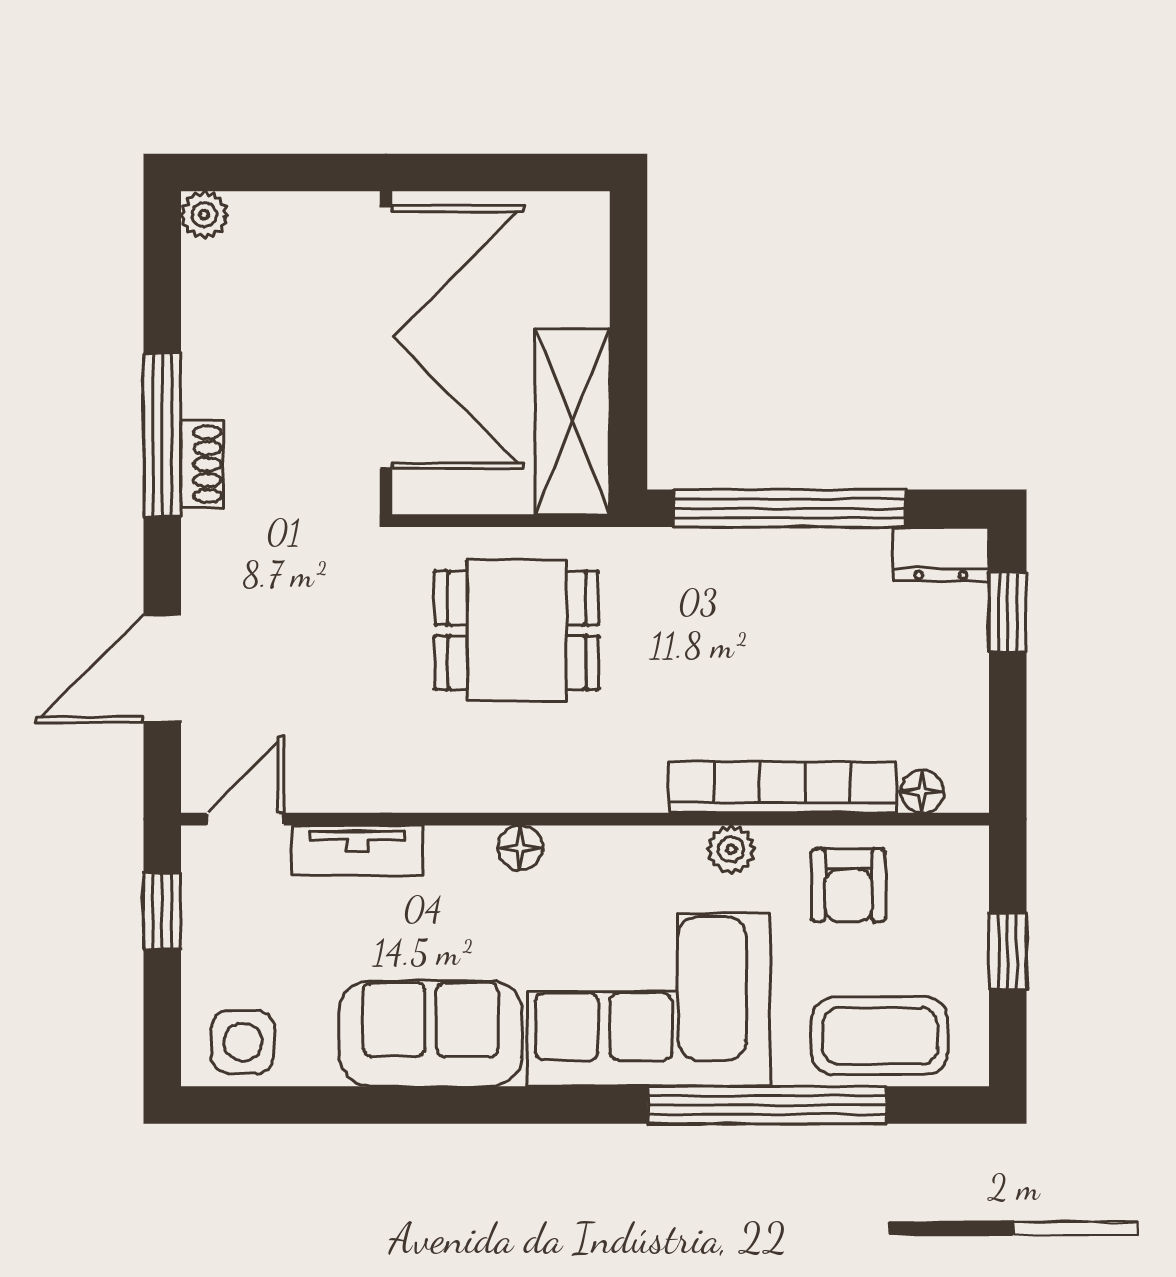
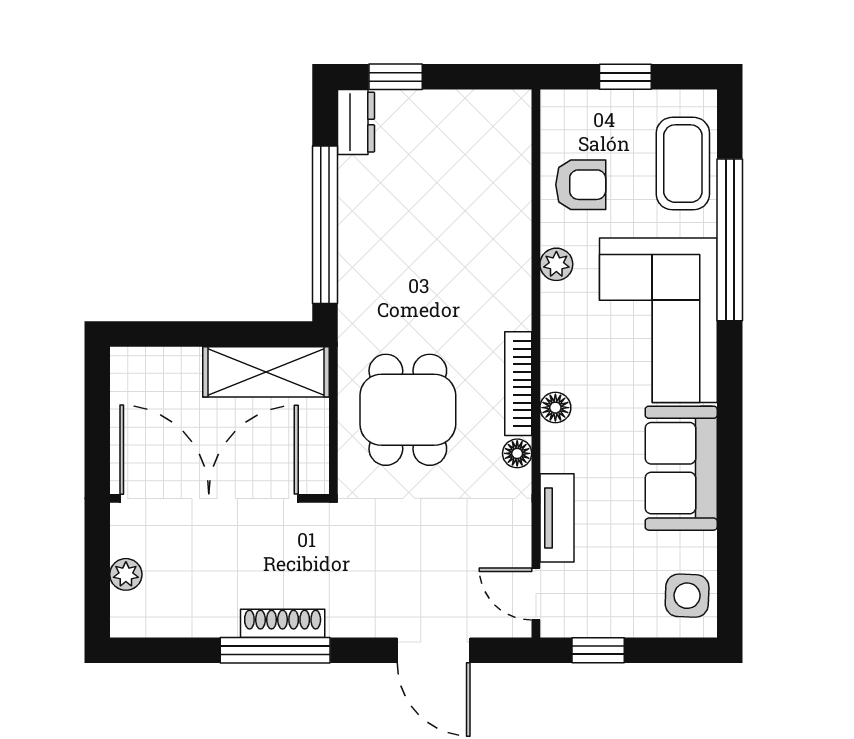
plant: (204, 215) -> (126, 574), moved
shoe rack: (202, 464) -> (283, 623), width x1.43
bookcase: (782, 787) -> (518, 384), moved, width x0.68, depth x0.76
floor lamp: (922, 792) -> (517, 453), moved

